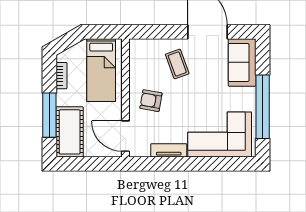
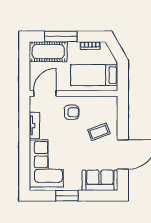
armchair: (151, 101) -> (72, 112), turned 80
window: (263, 107) -> (67, 196), width x0.47

